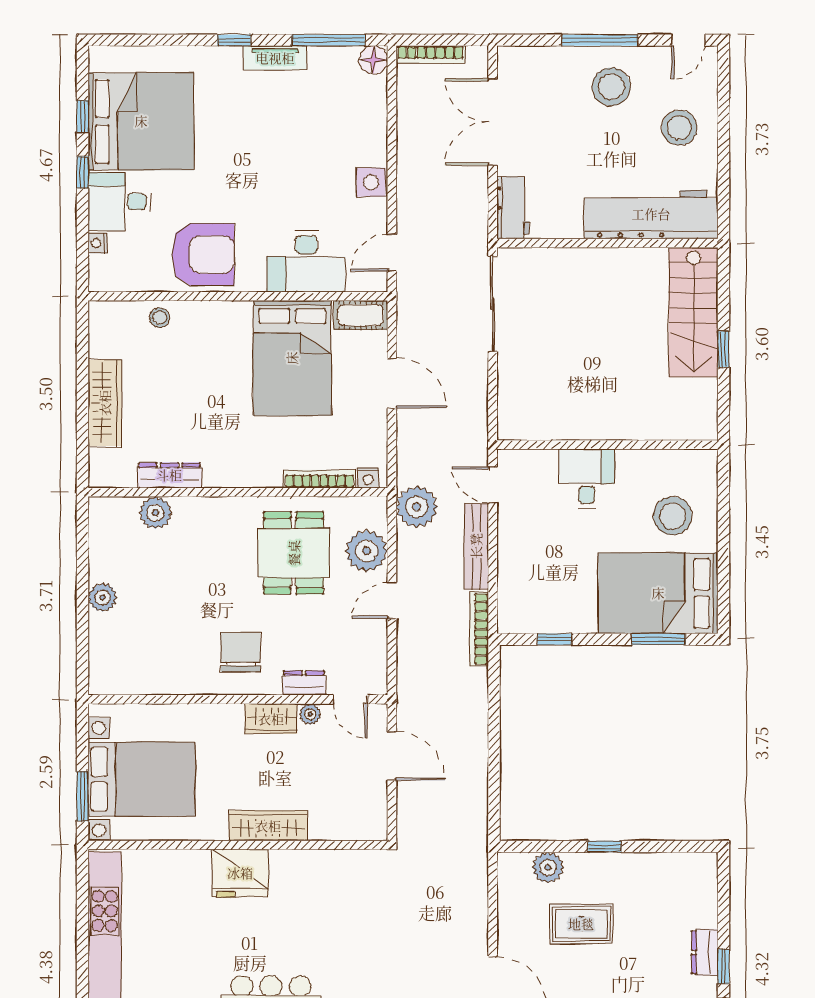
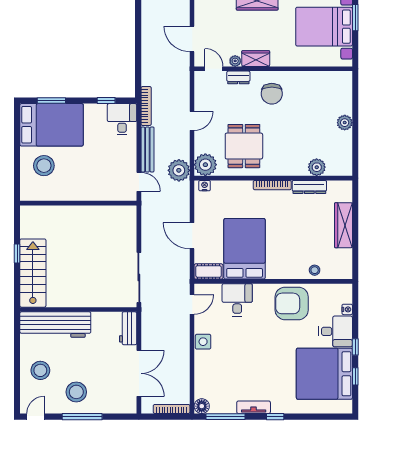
desk: (306, 261) -> (237, 300), width x0.73
bookcase: (319, 479) -> (272, 185), moved
desk: (587, 479) -> (122, 119), moved, turned 180
plant: (366, 551) -> (205, 165), moved

